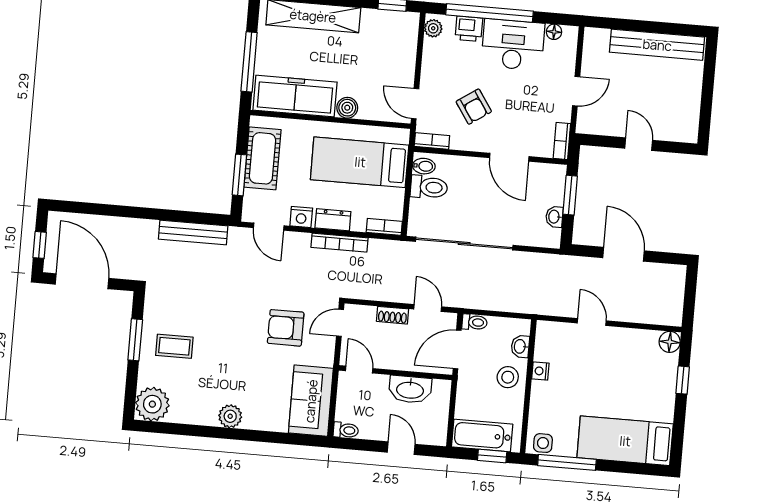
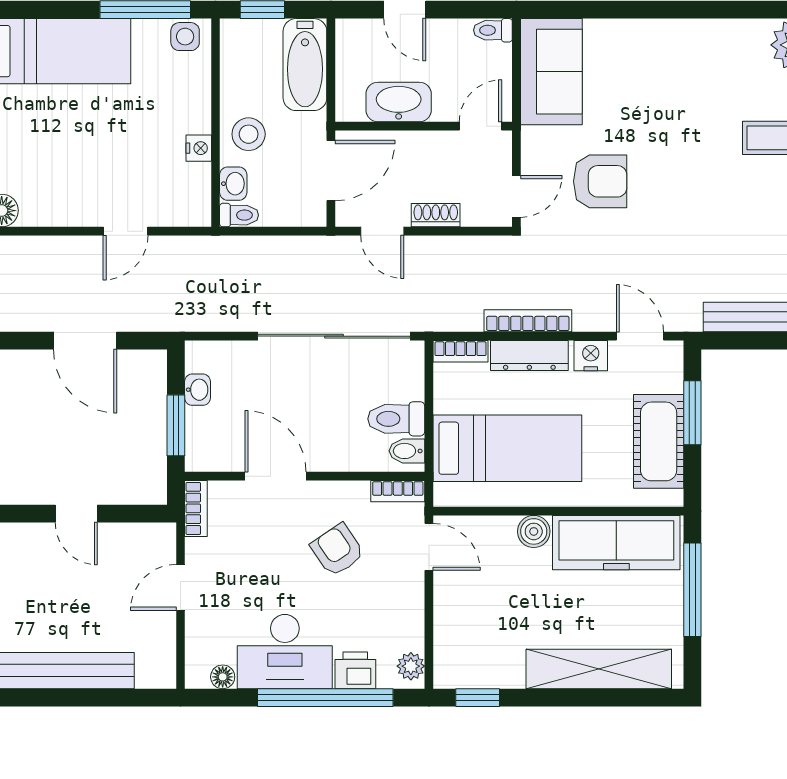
dresser: (333, 220) -> (529, 355), width x1.44
toilet: (475, 322) -> (239, 215), moved, turned 180
door: (592, 322) -> (125, 231), hinge flipped
door: (359, 370) -> (481, 126), swing flipped
plant: (230, 416) -> (674, 37), removed
bathtub: (482, 436) -> (305, 65), moved, turned 90

